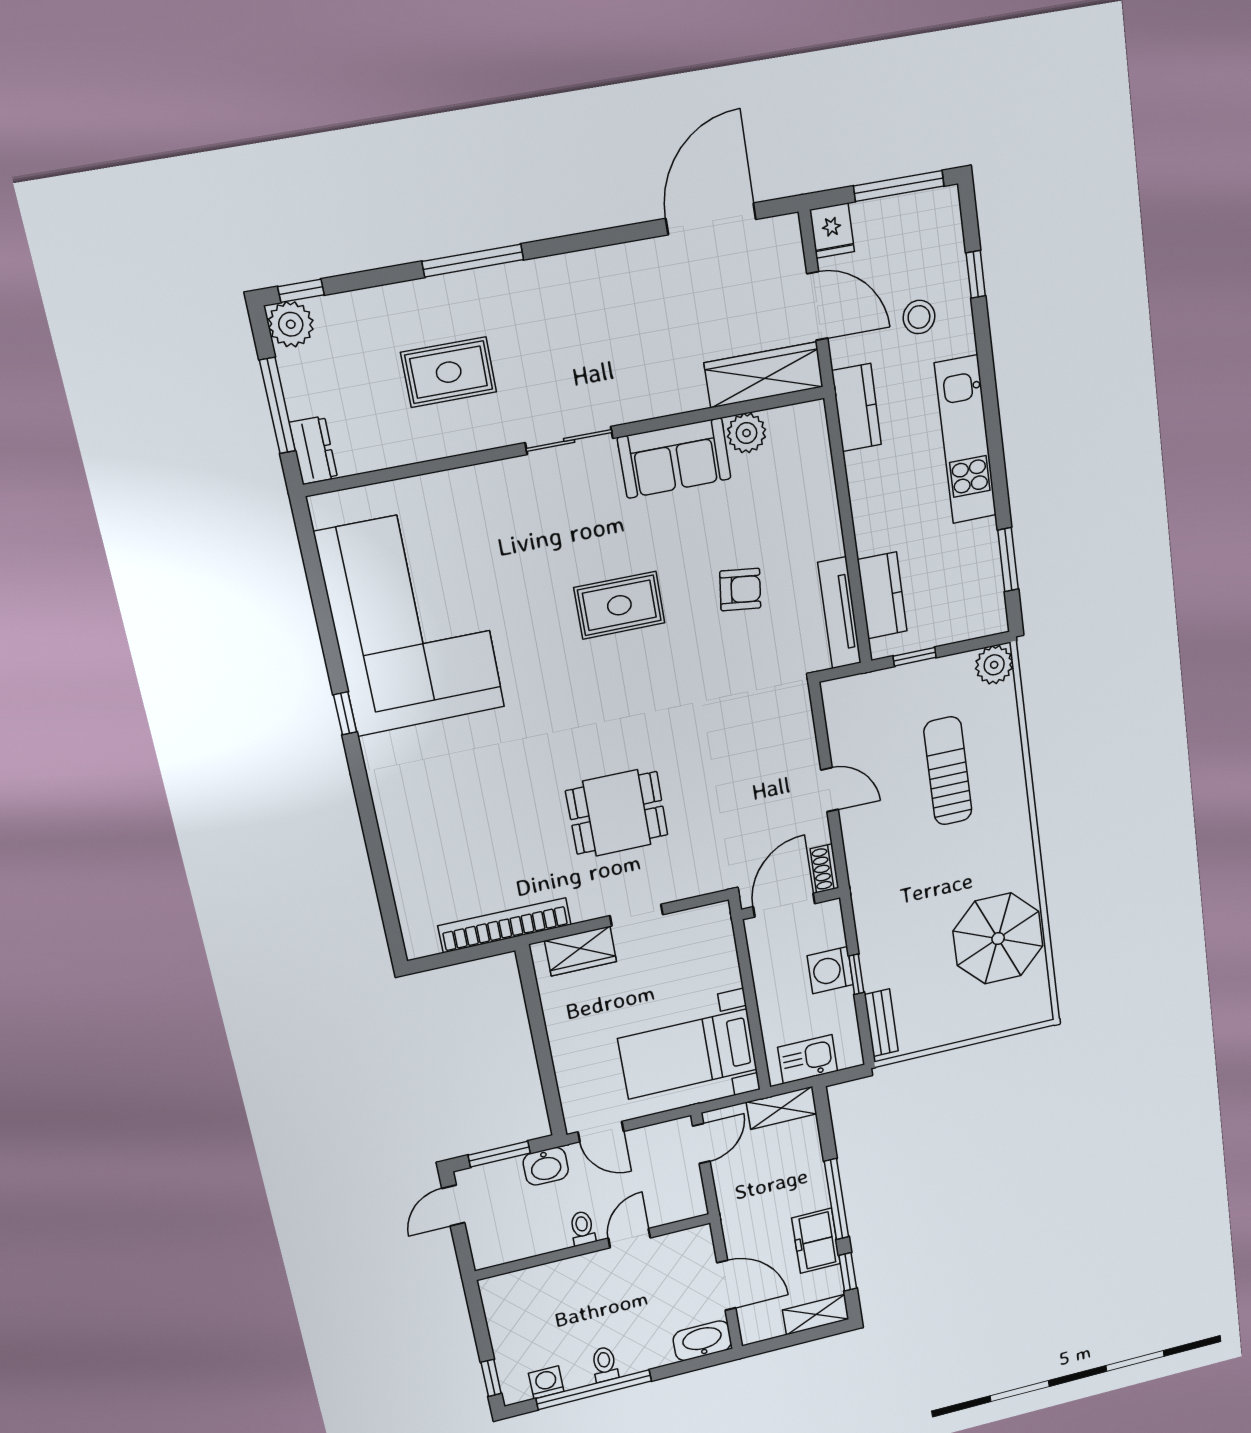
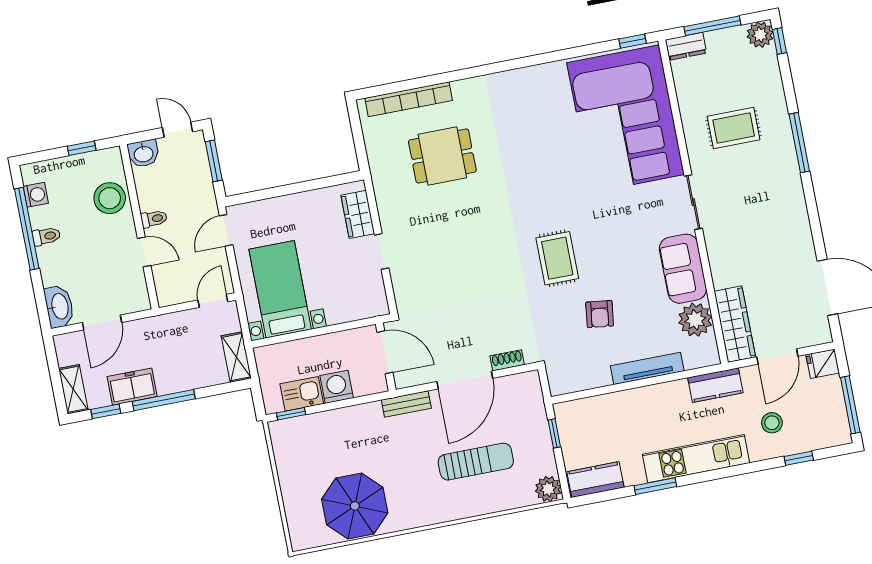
rug: (449, 372) -> (734, 128), turned 90
plant: (747, 433) -> (695, 320), width x1.36, depth x1.36
window: (1008, 560) -> (655, 486), moved
kitchen counter: (882, 595) -> (595, 480), moved, turned 180
rug: (619, 605) -> (557, 258), moved
tv unit: (839, 613) -> (647, 368), moved
corner sofa: (410, 621) -> (626, 119), moved, turned 90
window: (345, 713) -> (633, 41), moved
door: (830, 790) -> (465, 380), width x1.88
dining table: (617, 813) -> (442, 156), moved, turned 90
shoe rack: (825, 868) -> (507, 360), moved
bookcase: (505, 925) -> (409, 99), moved, turned 90
window: (856, 974) -> (291, 414), moved
bench: (881, 1023) -> (406, 404), moved
kitchen sink: (808, 1059) -> (302, 394), moved, turned -90
door: (701, 1144) -> (213, 301), swing flipped
washbasin: (546, 1166) -> (143, 154), moved, turned -90
stool: (552, 1288) -> (110, 198), added
window: (491, 1378) -> (82, 148), moved

